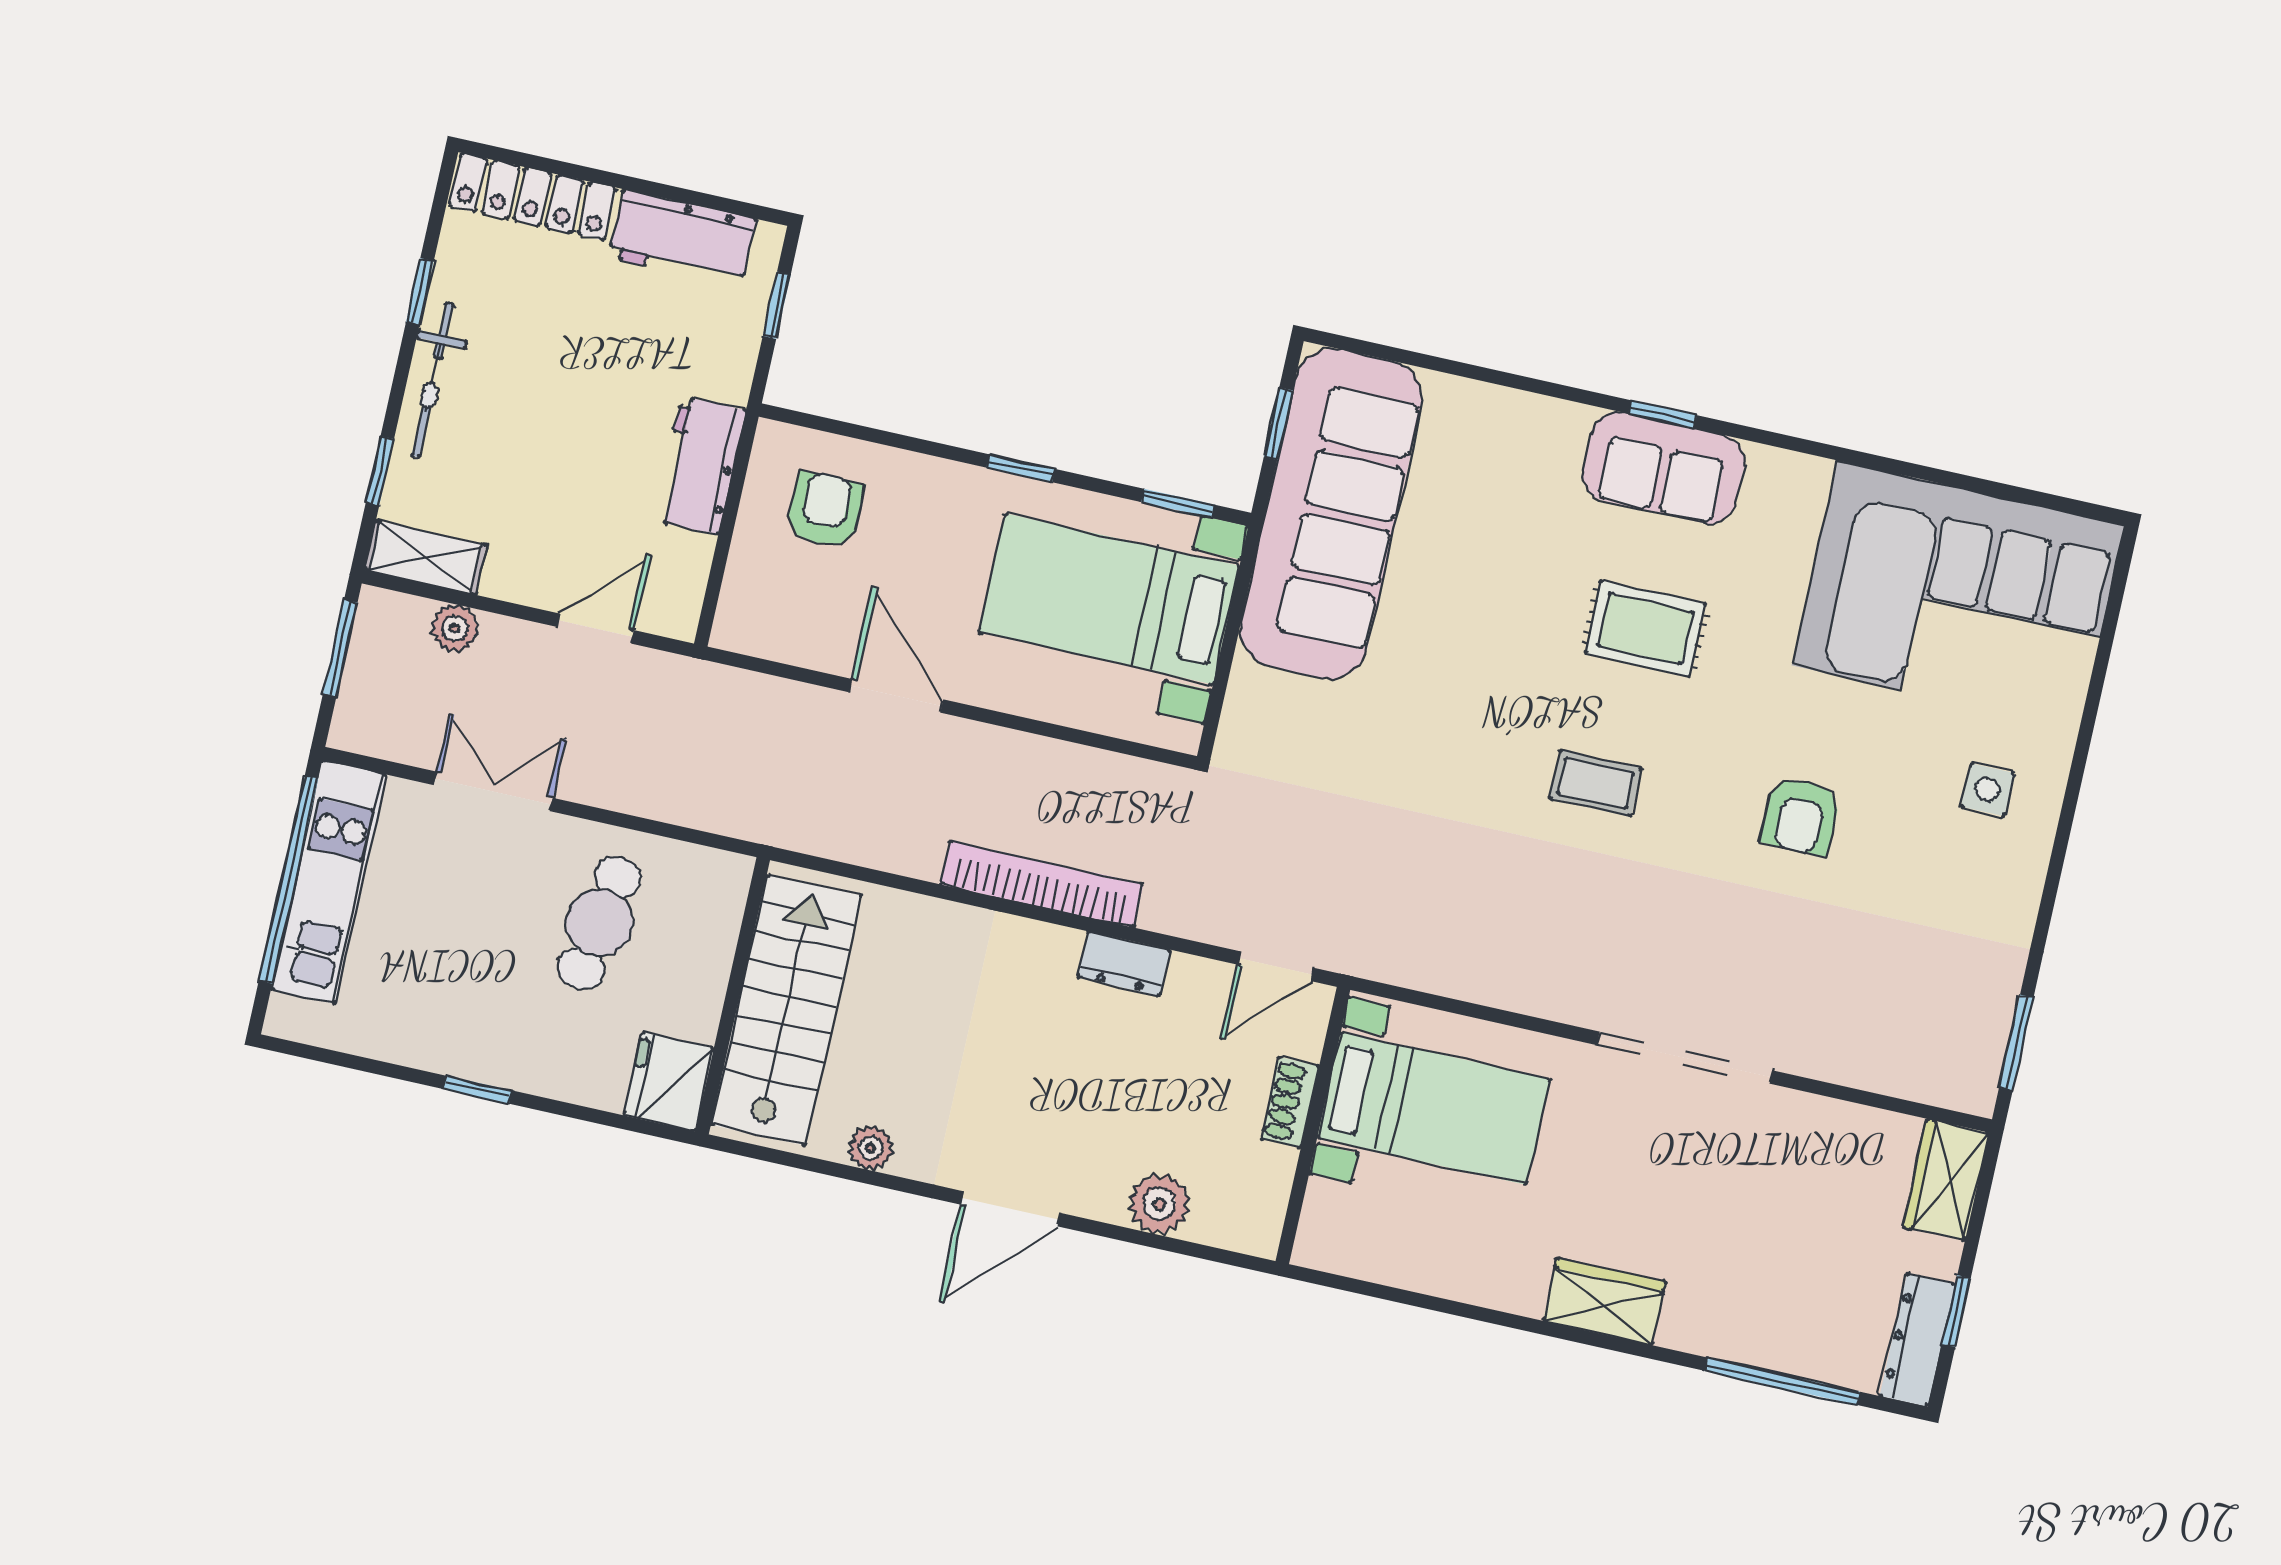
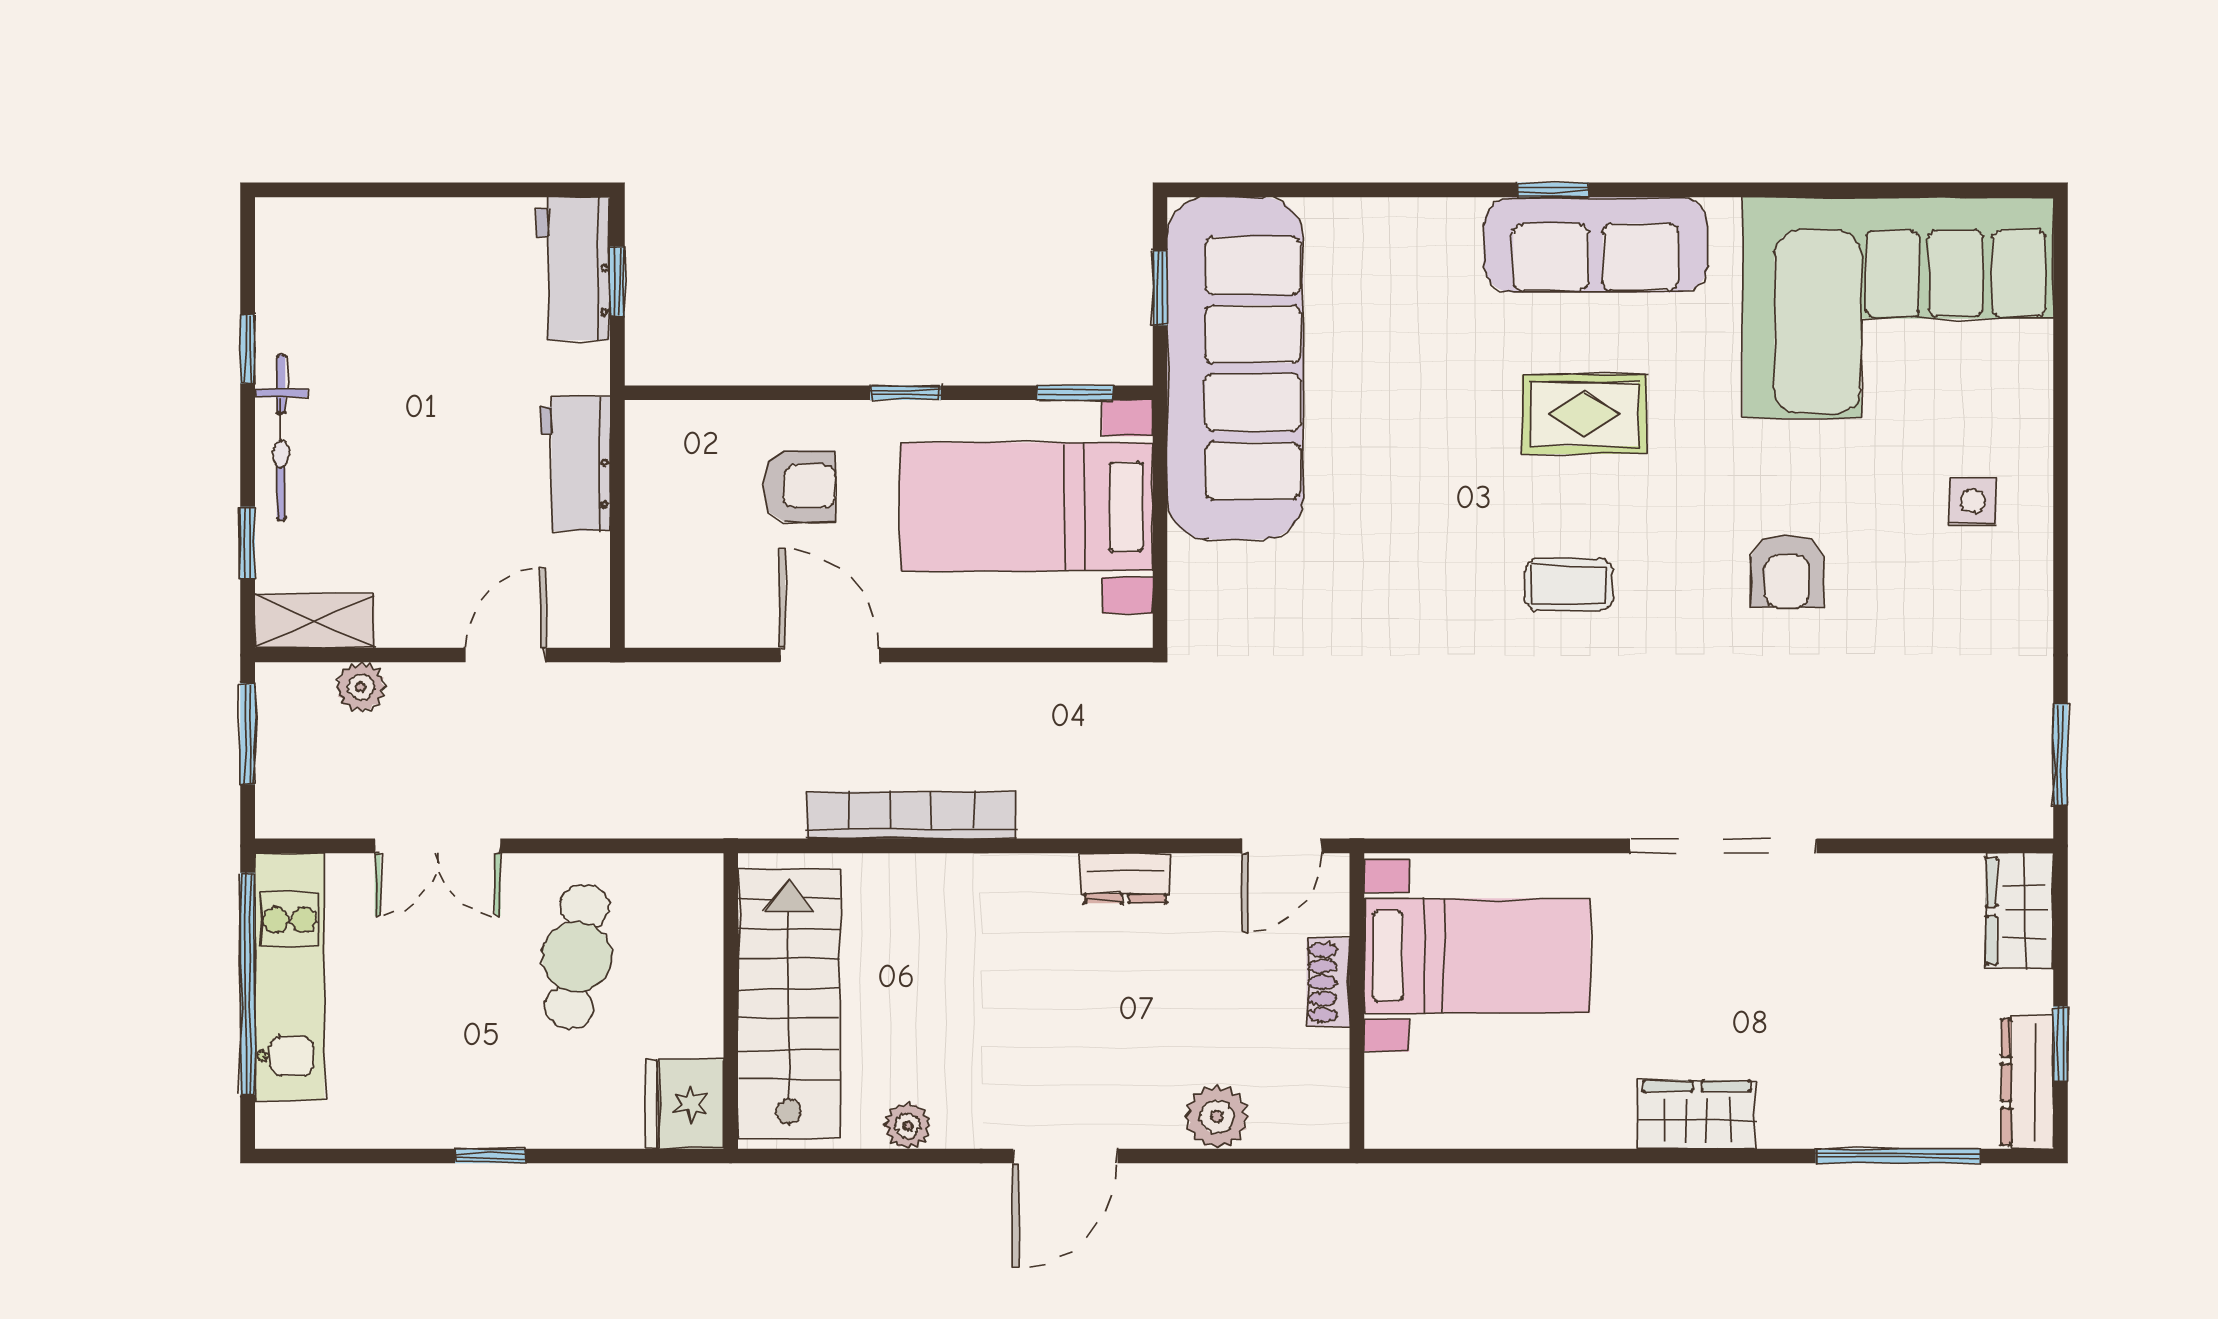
locker: (533, 197) -> (342, 226), removed
workbench: (682, 238) -> (573, 269), moved, turned 90
sofa: (1664, 468) -> (1596, 245), width x1.36
armchair: (825, 510) -> (799, 486), moved, turned 90
double door: (493, 791) -> (438, 846), swing flipped
bookcase: (1042, 884) -> (911, 815), moved

